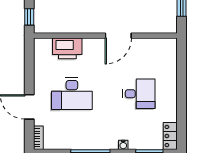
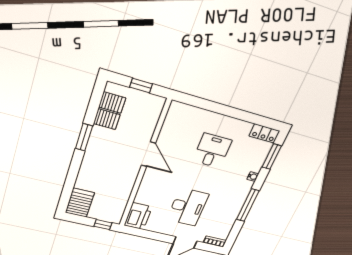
printer: (67, 48) -> (138, 216), moved

